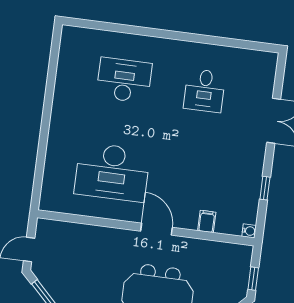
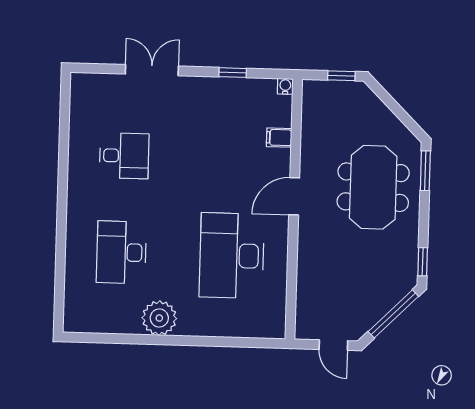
plant: (66, 106) -> (159, 318), added
desk: (112, 172) -> (232, 256), turned 180

